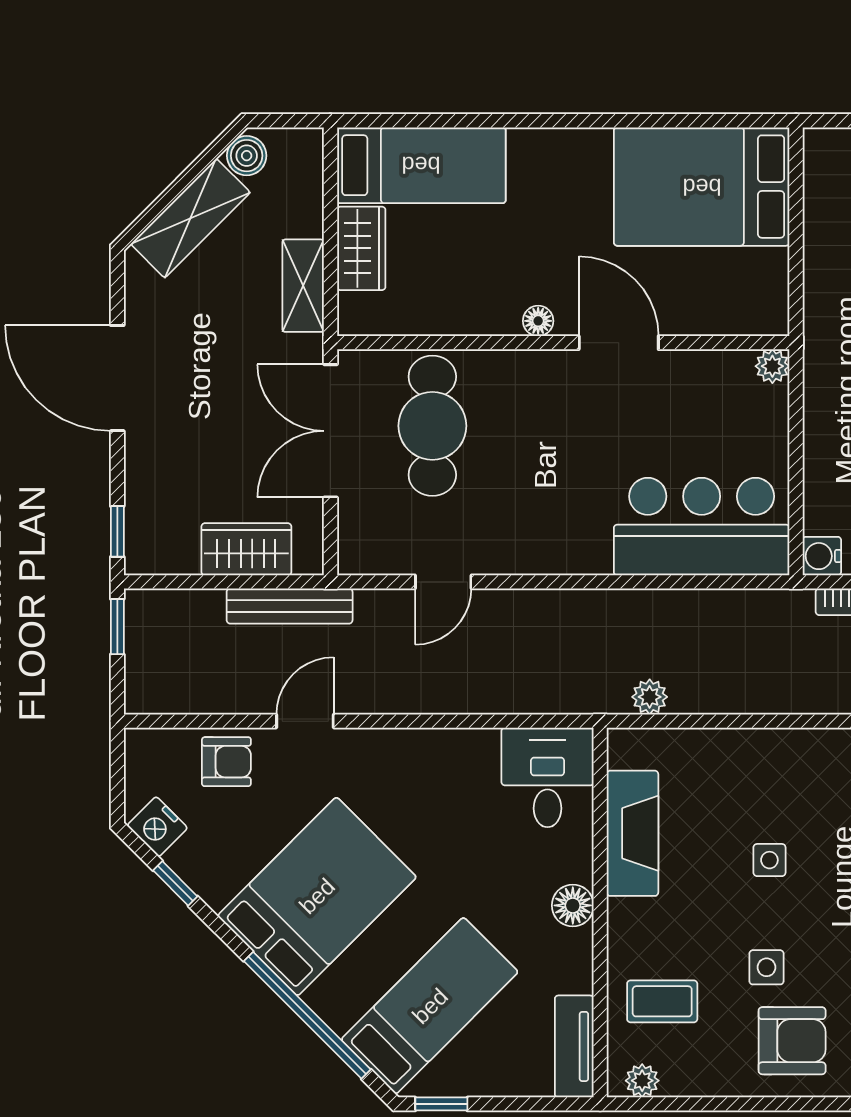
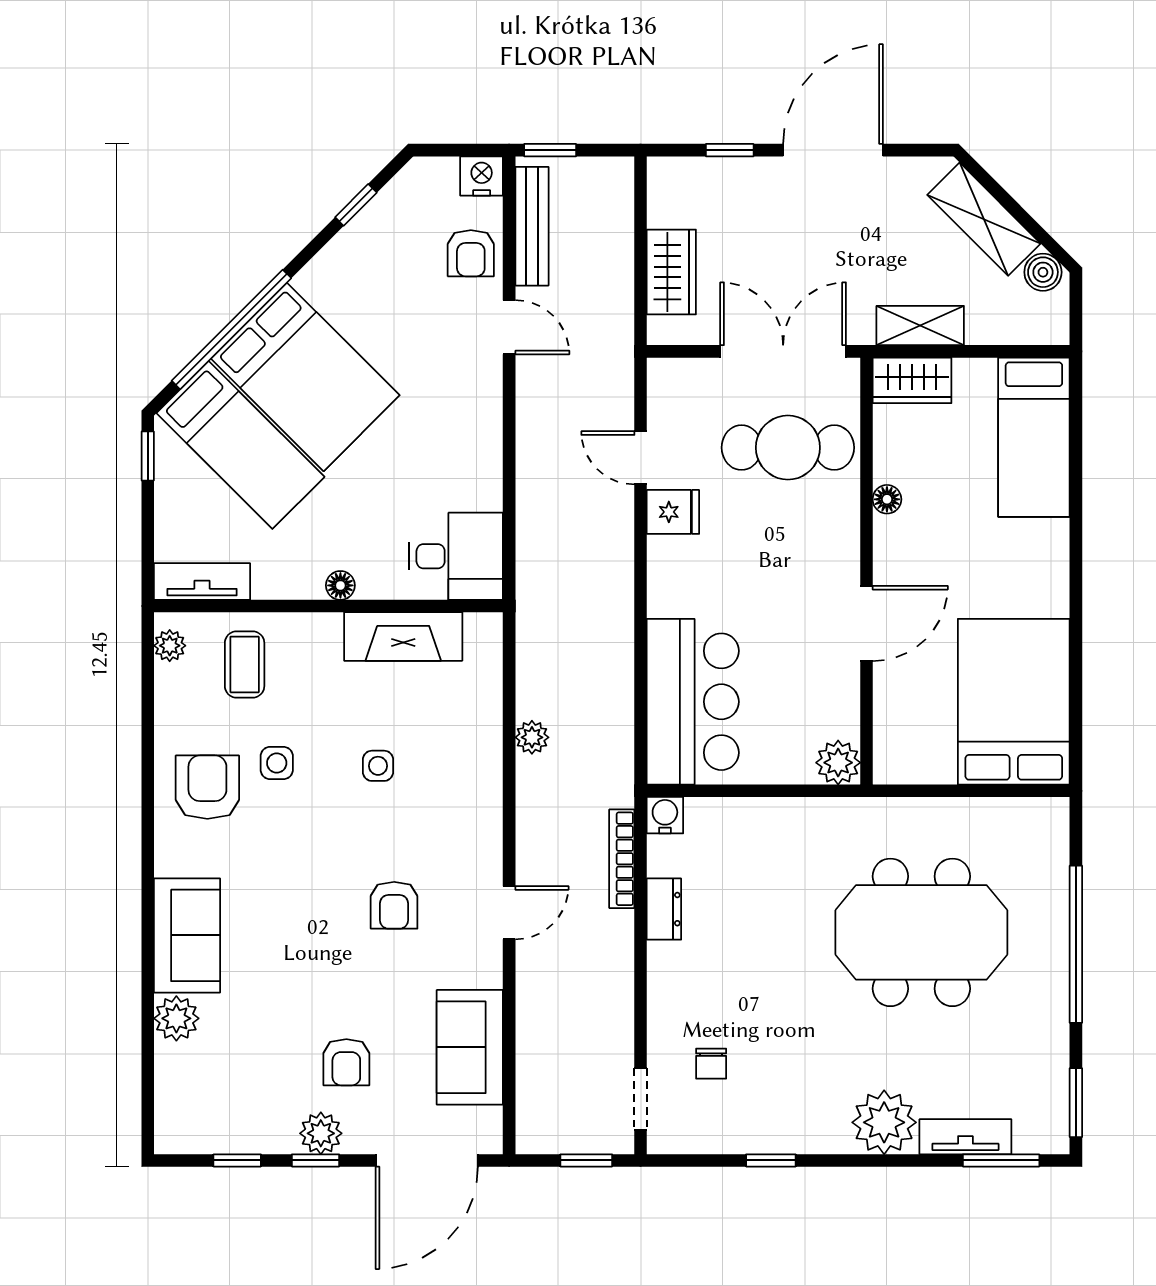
wardrobe: (361, 248) -> (912, 380), moved
floor lamp: (538, 321) -> (887, 499), moved
plant: (772, 366) -> (838, 763), width x1.38, depth x1.38
window: (117, 531) -> (730, 150), moved
fridge: (501, 548) -> (673, 512), added
bench: (290, 606) -> (532, 226), moved
window: (117, 627) -> (550, 150), moved
plant: (650, 697) -> (532, 737), moved
nightstand: (157, 827) -> (482, 176), moved, turned 45
bed: (317, 896) -> (305, 377), moved
floor lamp: (573, 905) -> (340, 585), width x0.73, depth x0.73
armchair: (792, 1041) -> (207, 787), turned 180

